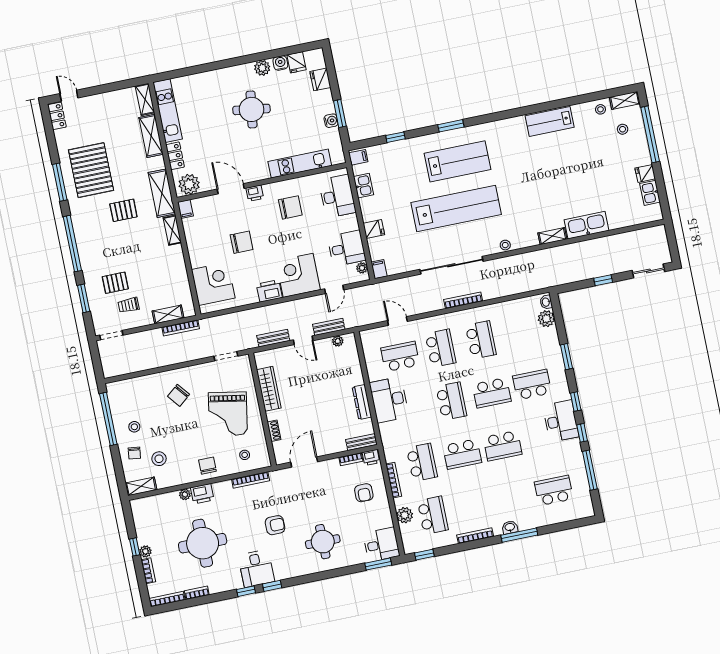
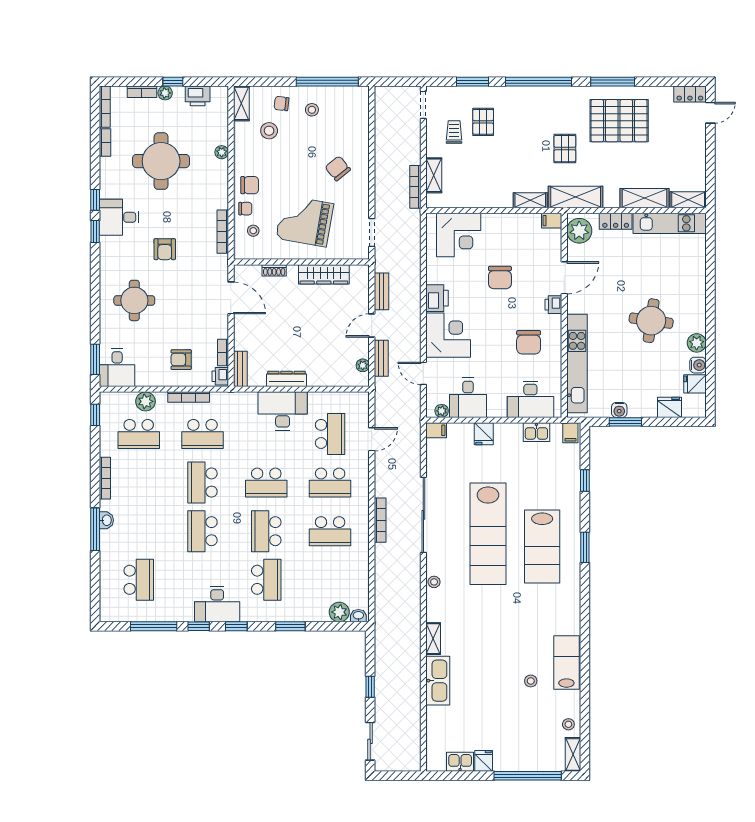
stool: (623, 129) -> (531, 681), moved
kitchen unit: (300, 164) -> (577, 364), width x1.36
chair: (228, 465) -> (245, 209), added
printer: (202, 494) -> (198, 96), moved, turned -90

